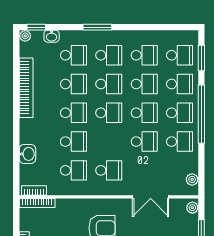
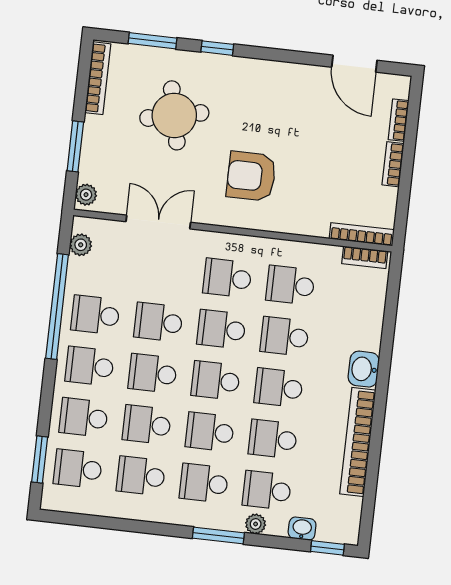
plant: (25, 36) -> (256, 524), moved
window: (201, 114) -> (57, 307), moved
school desk: (109, 142) -> (221, 329), added
washbasin: (27, 154) -> (364, 369), moved

